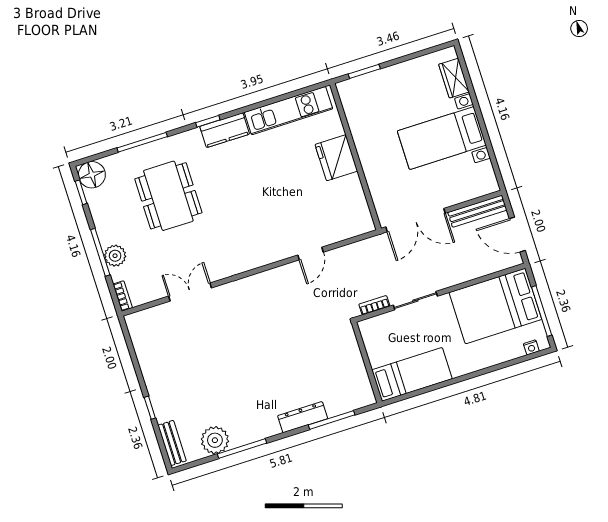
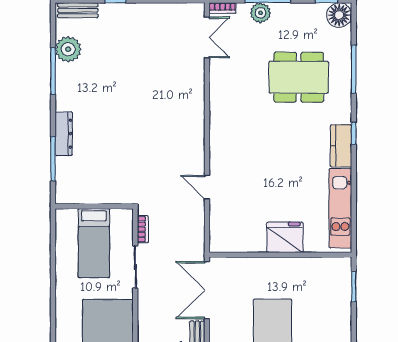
double door: (190, 292) -> (207, 37), moved
bed: (412, 374) -> (94, 243), moved

